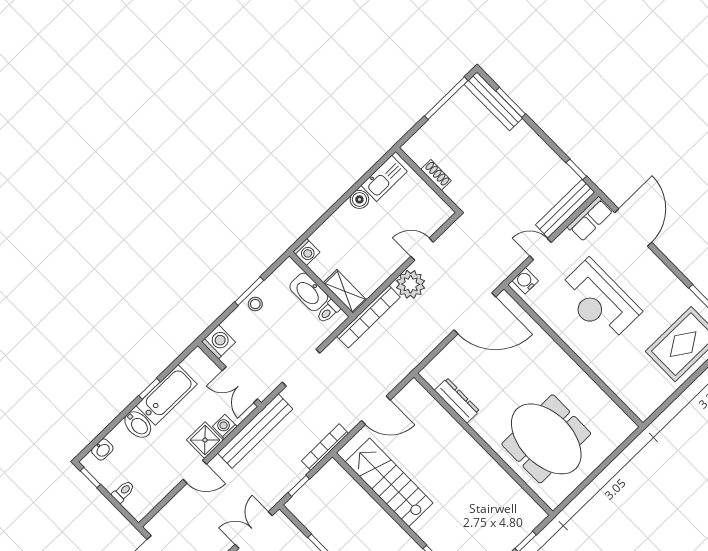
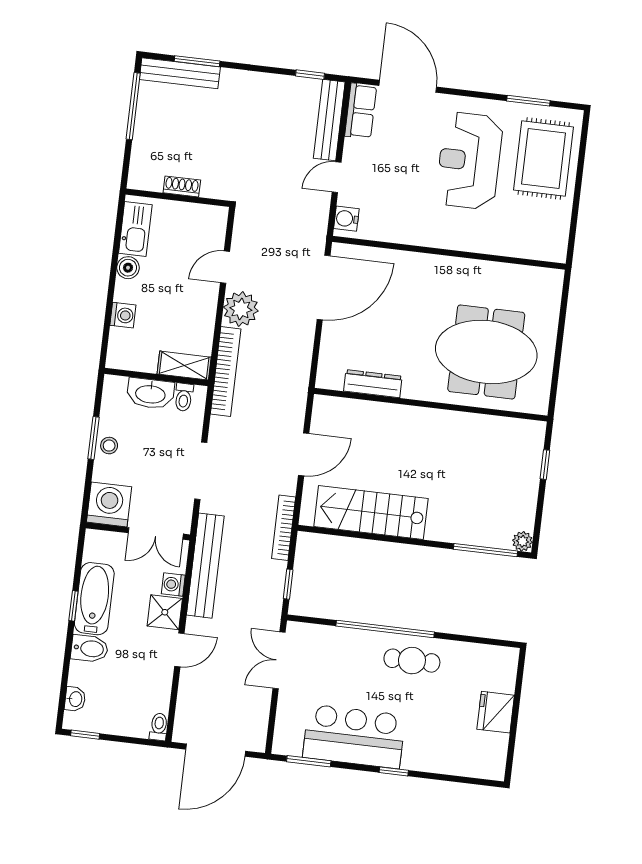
washing machine: (306, 252) -> (123, 315), moved
reception desk: (599, 301) -> (469, 161), moved, turned 90
washing machine: (218, 342) -> (109, 504), width x1.37, depth x1.37
toilet: (123, 492) -> (159, 727), moved

